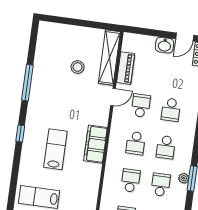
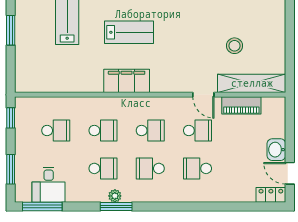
school desk: (136, 143) -> (150, 131), turned 180
filing cabinet: (95, 144) -> (127, 81), moved

